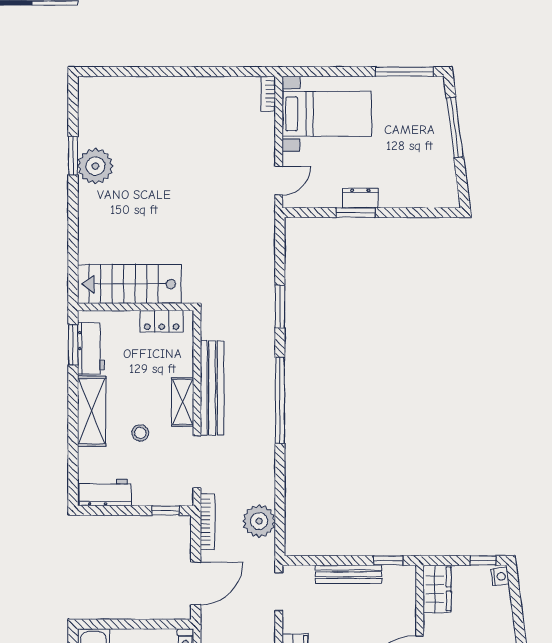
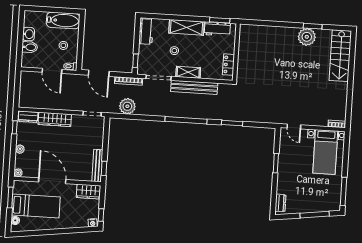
dresser: (360, 198) -> (281, 203), moved
stairs: (129, 284) -> (340, 56), moved, turned 180
bench: (349, 574) -> (97, 166), moved

